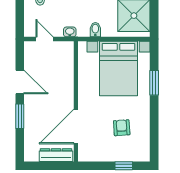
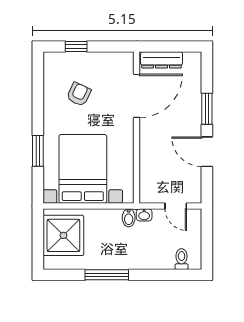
bidet: (95, 30) -> (129, 218), moved
armchair: (122, 128) -> (79, 94), turned -151

